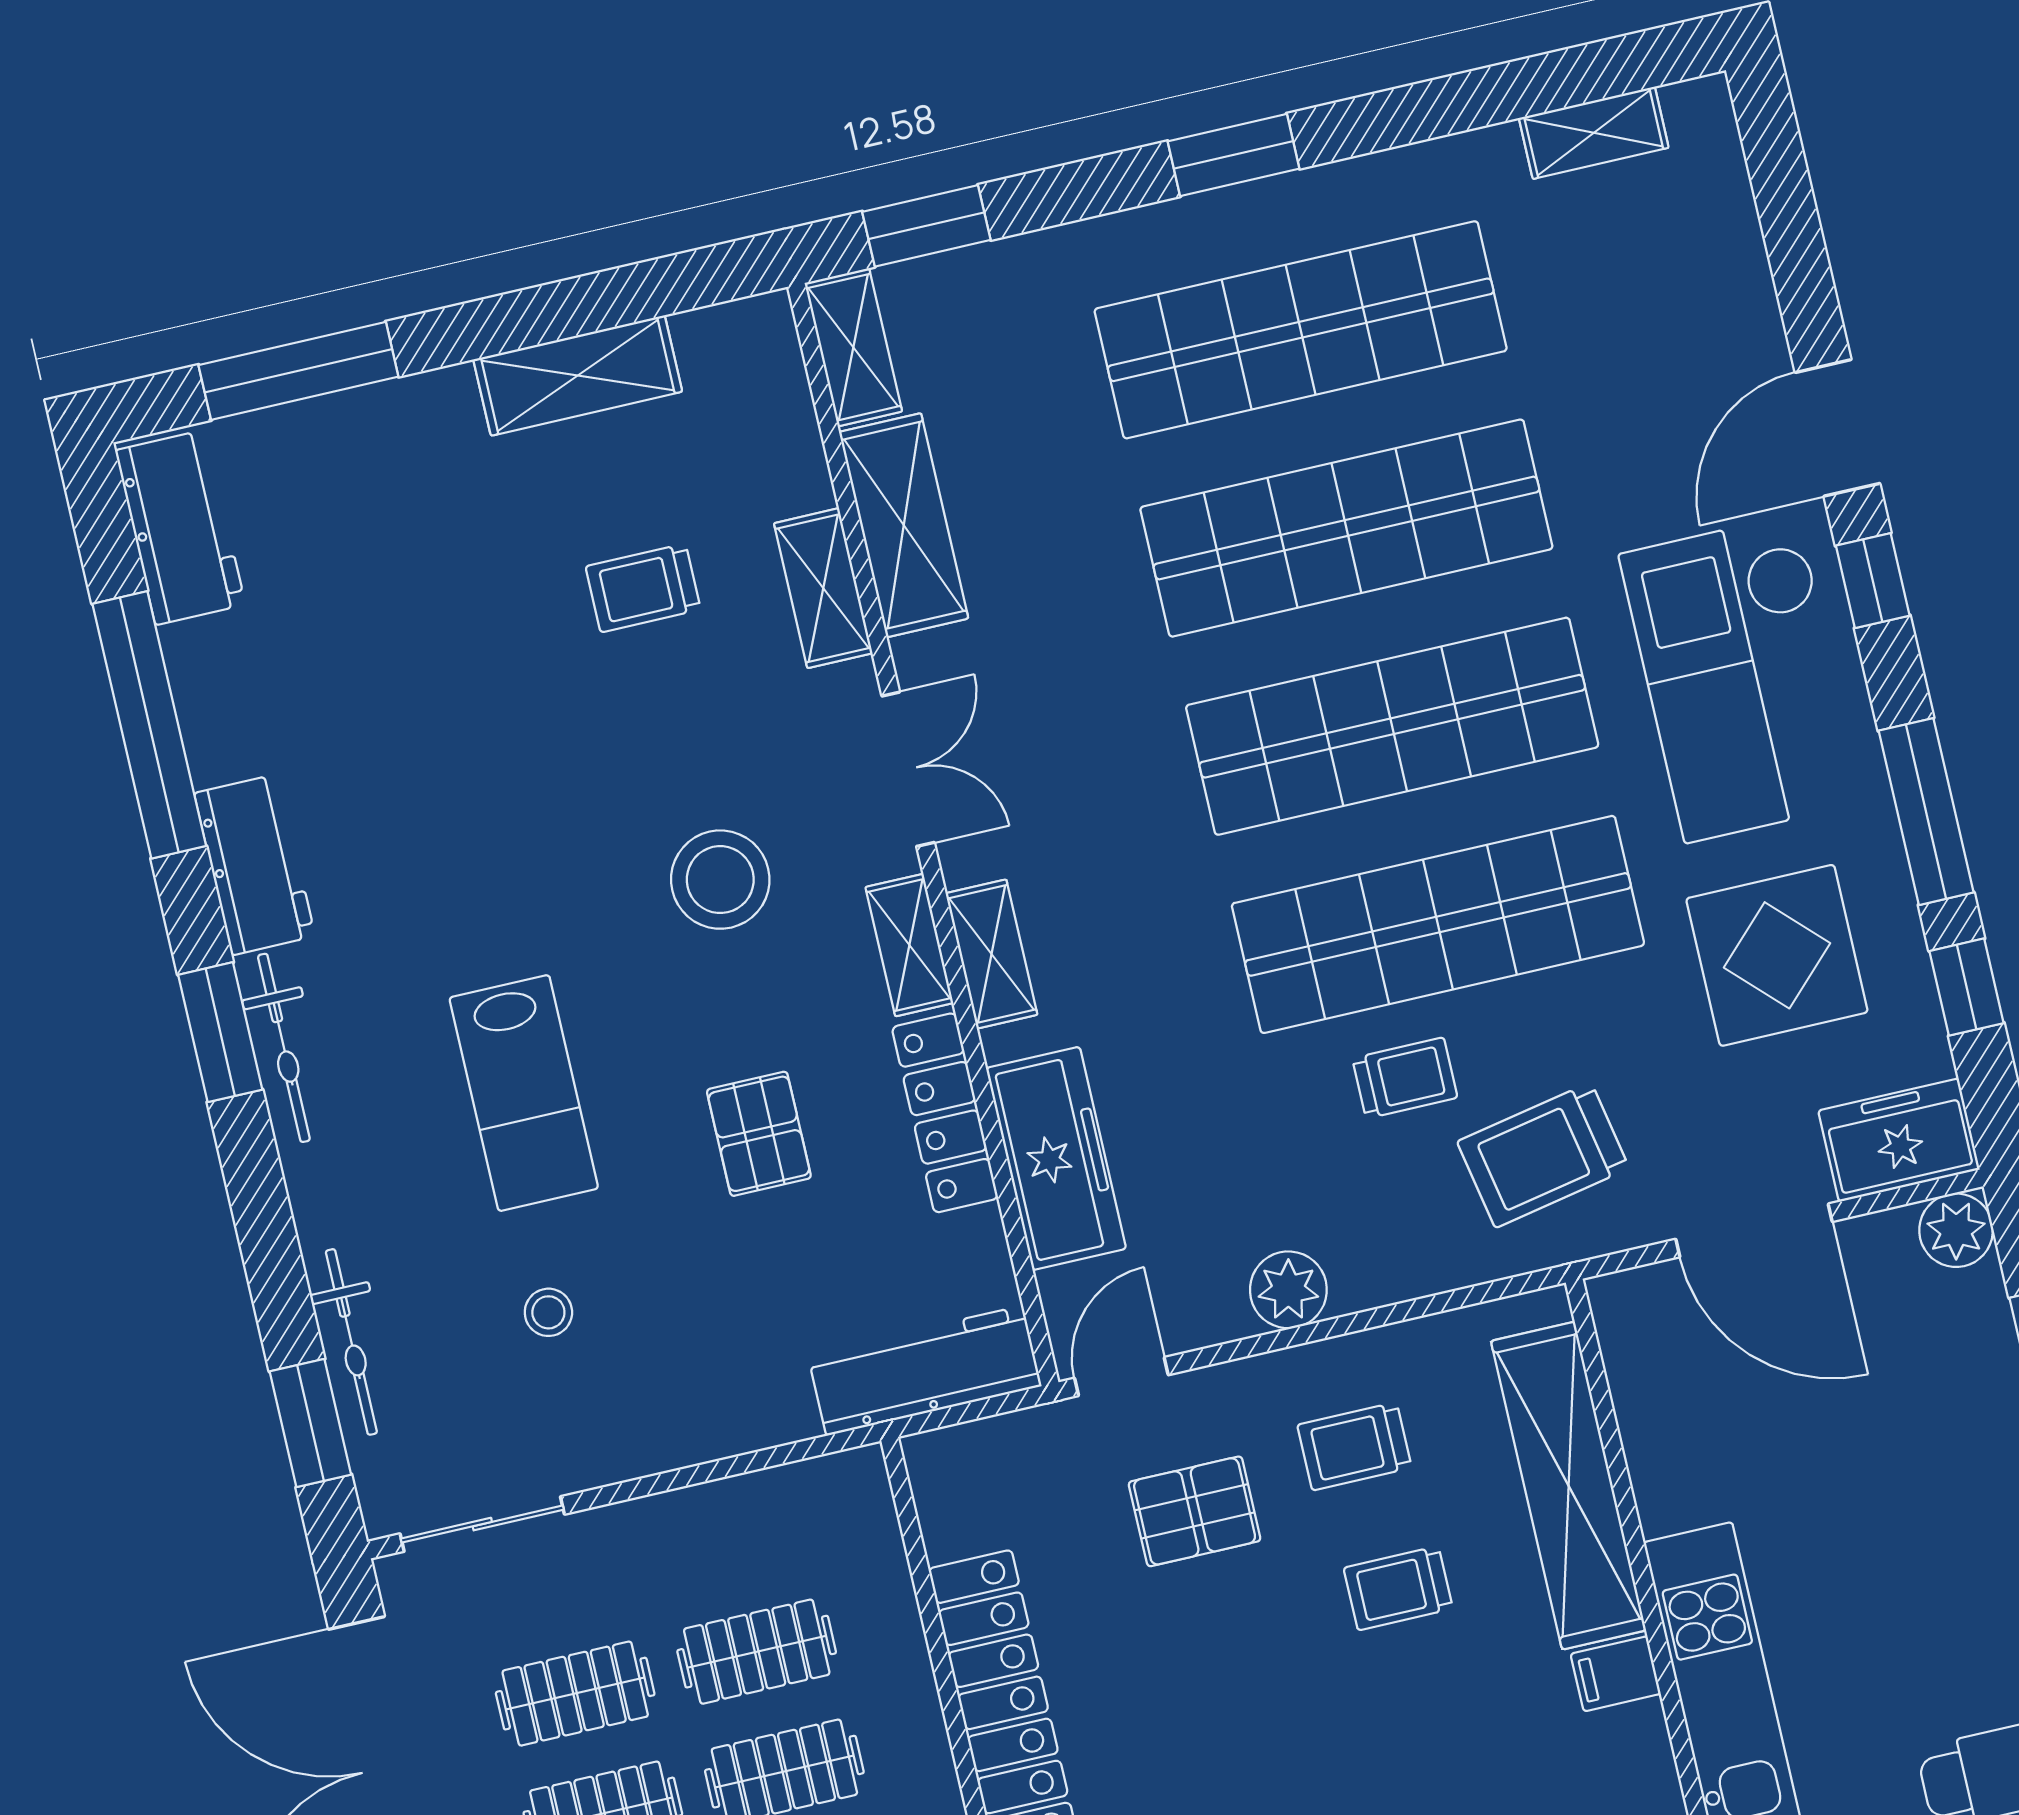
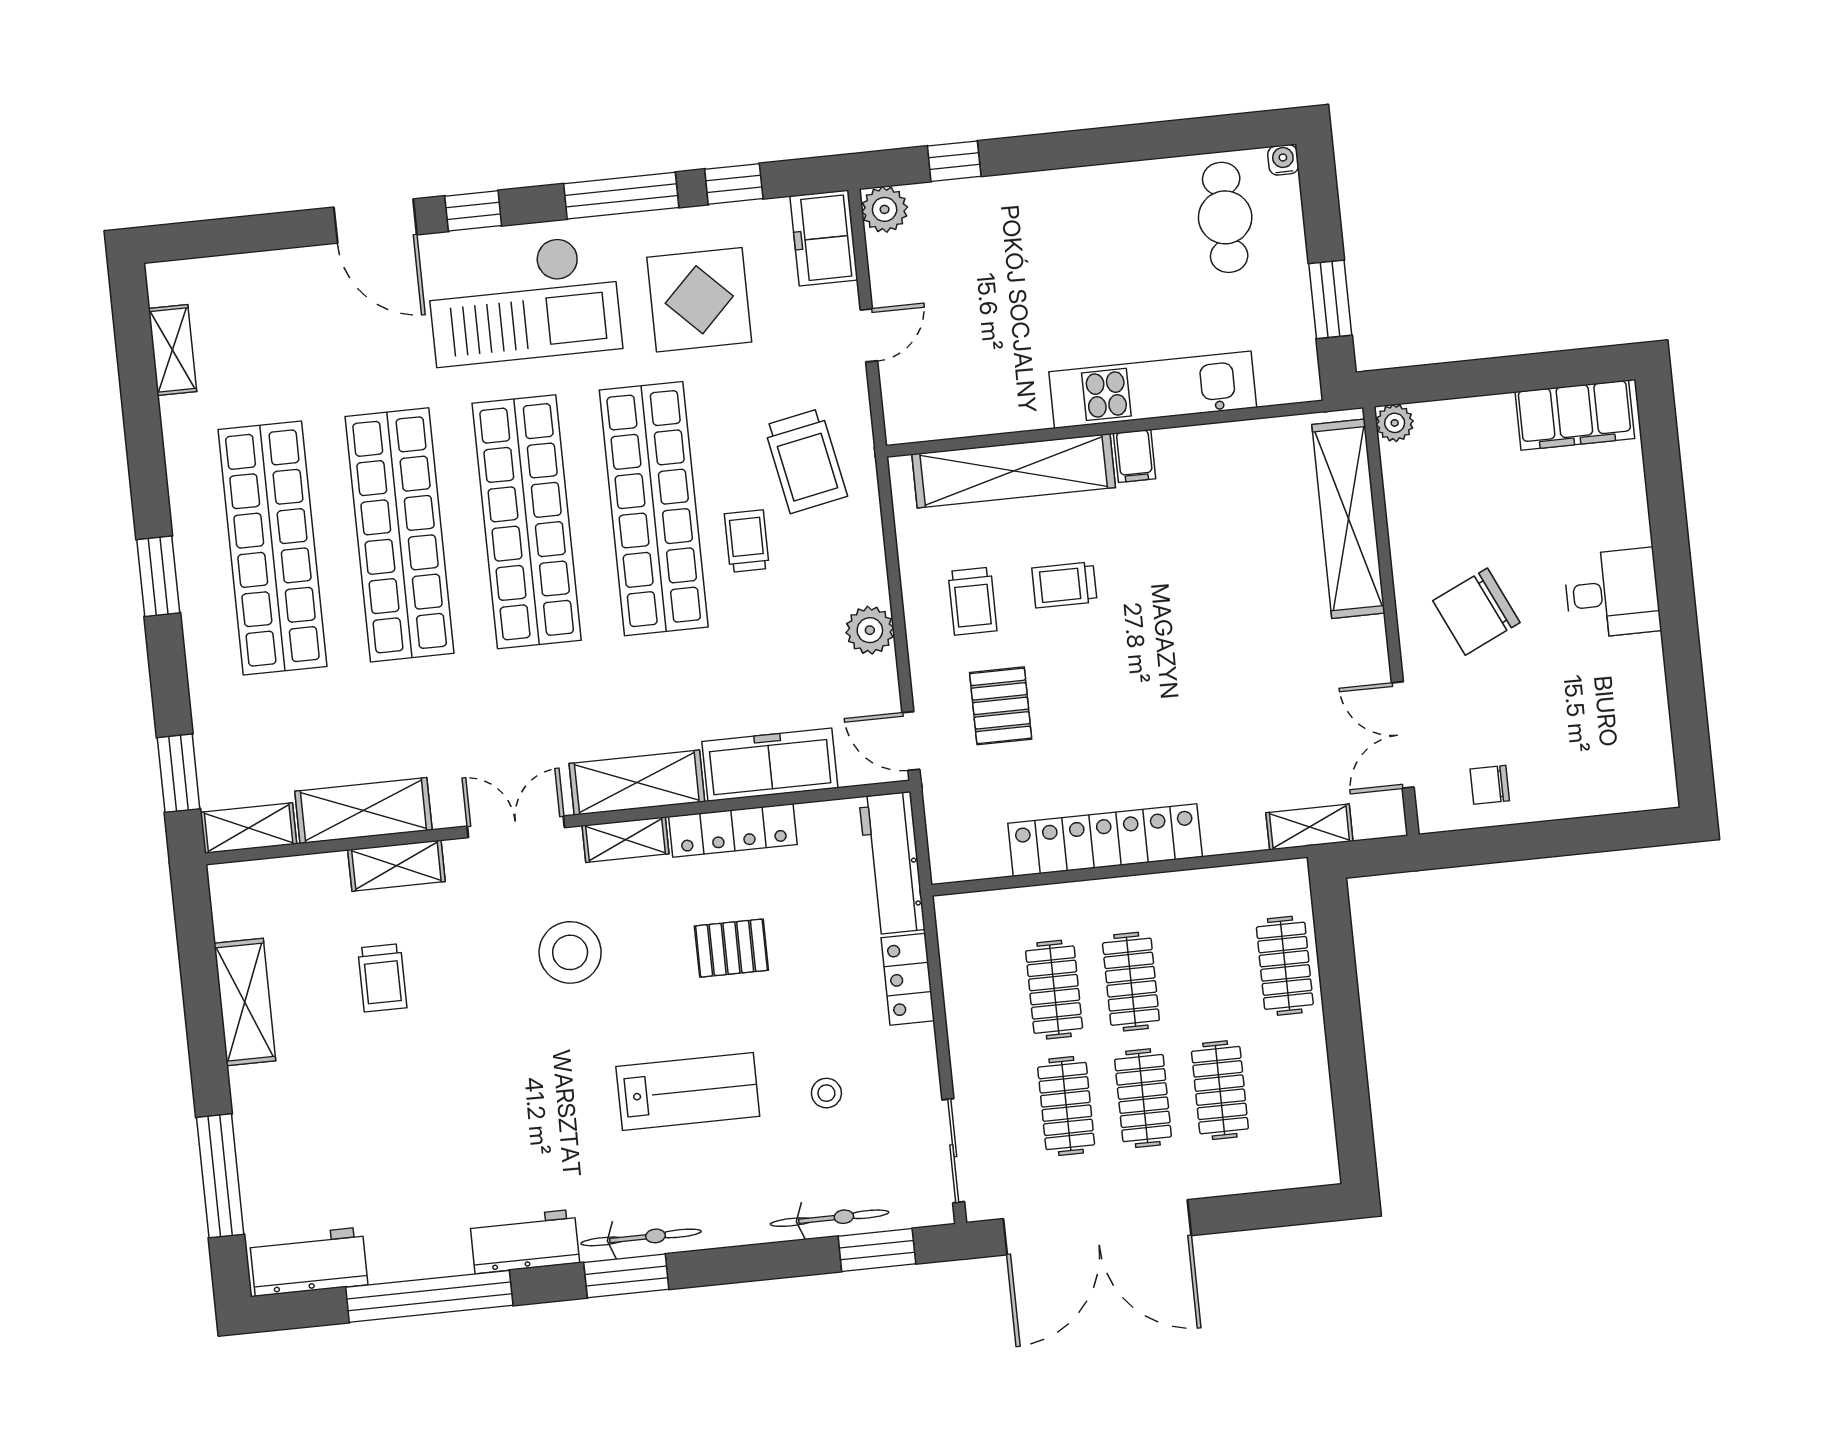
shelving: (991, 954) -> (637, 783), width x1.50, depth x1.33
door: (1754, 1230) -> (869, 335), width x0.53
locker: (744, 1418) -> (908, 979), added
trolley: (1398, 1588) -> (1064, 585), turned 90

